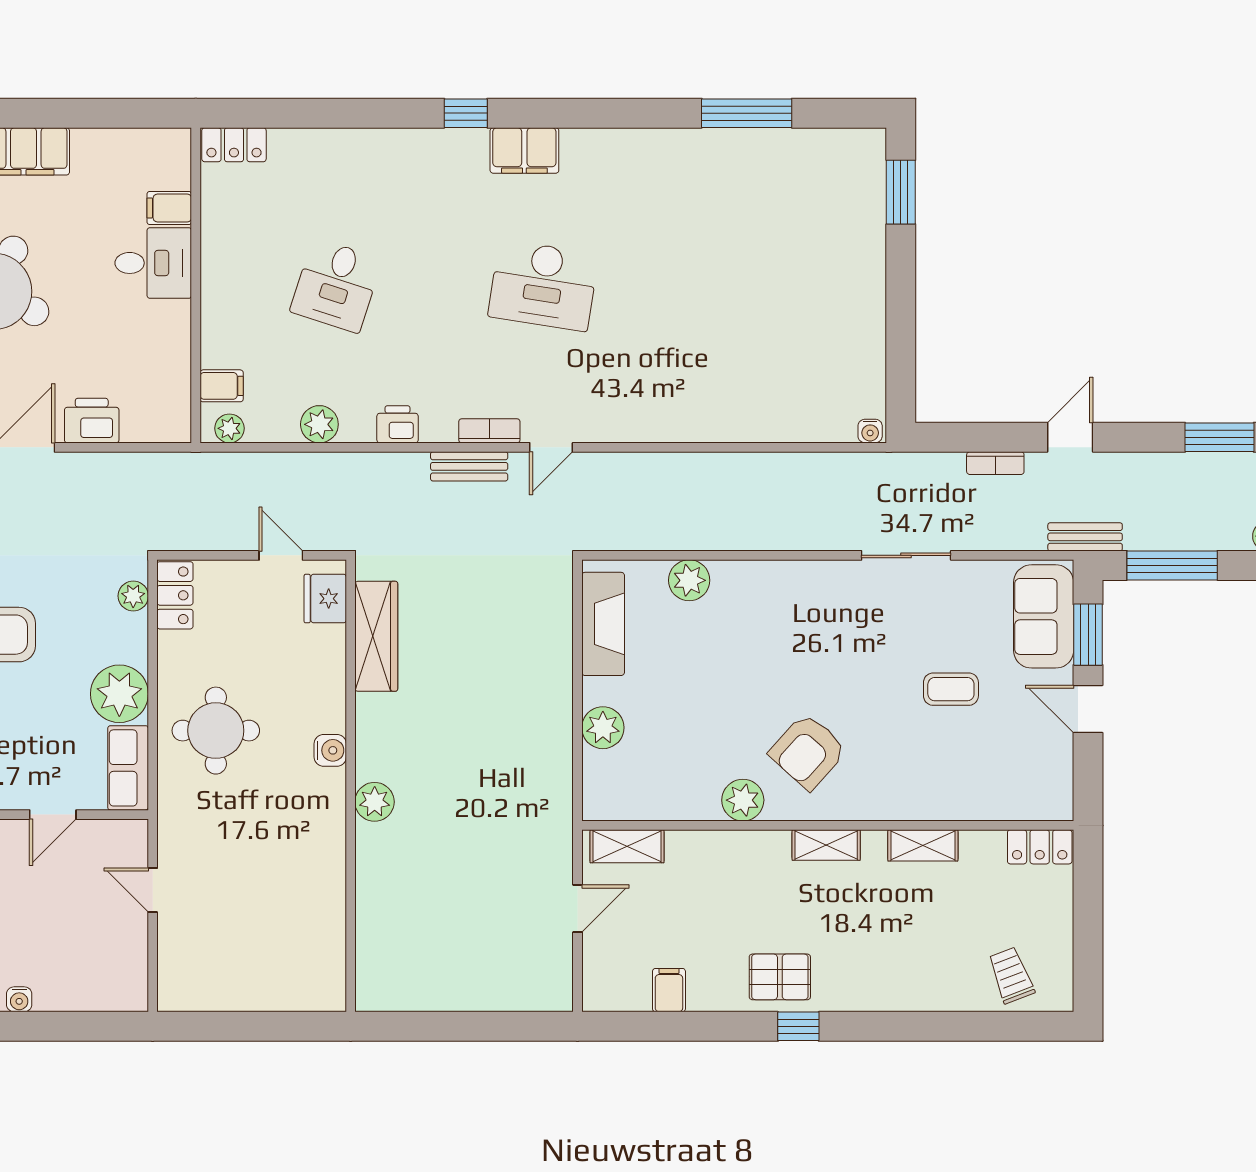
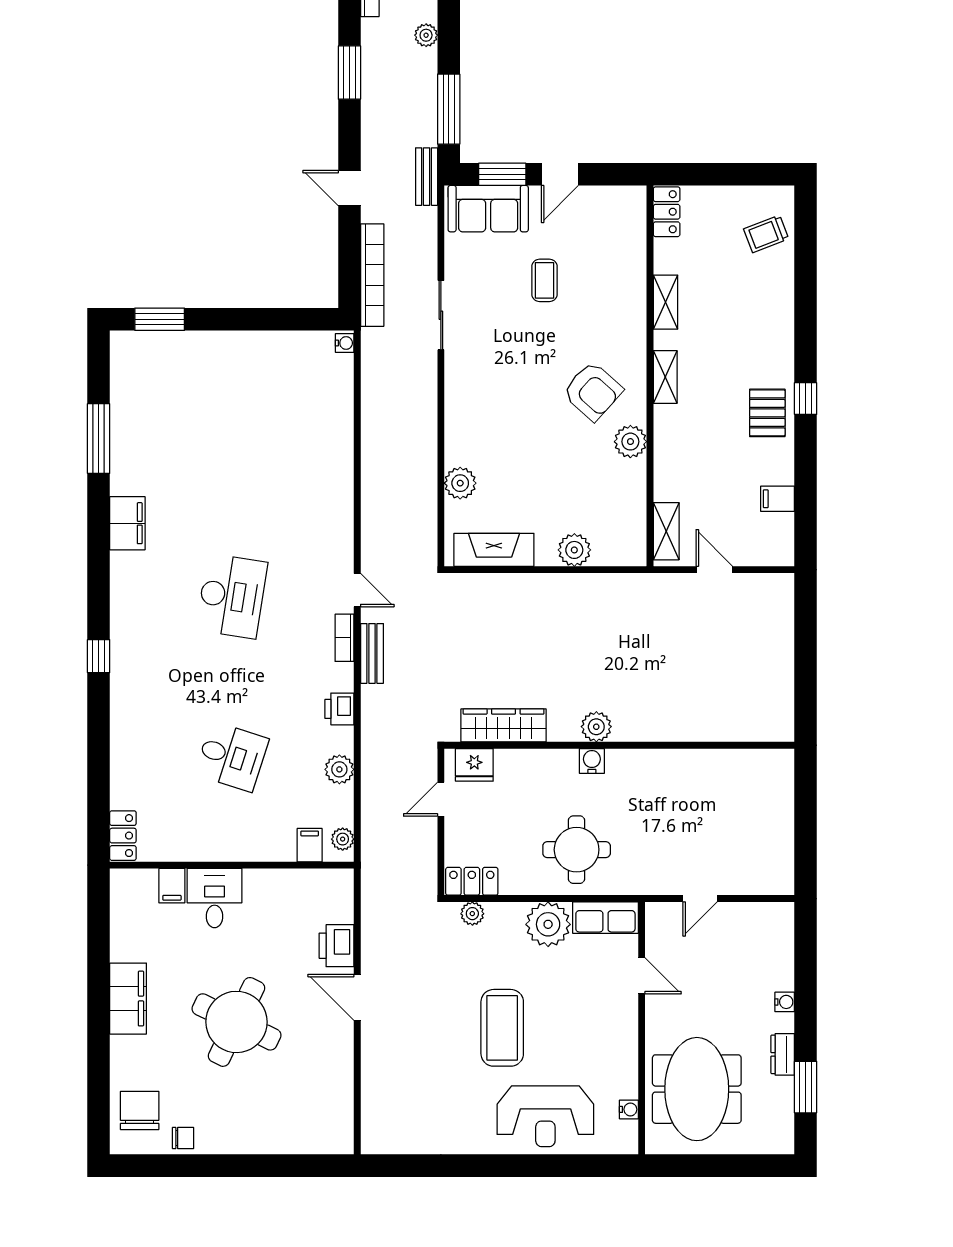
filing cabinet: (524, 150) -> (127, 523), moved
bookcase: (995, 463) -> (372, 275), width x2.31, depth x1.31
plant: (375, 802) -> (596, 727), moved

